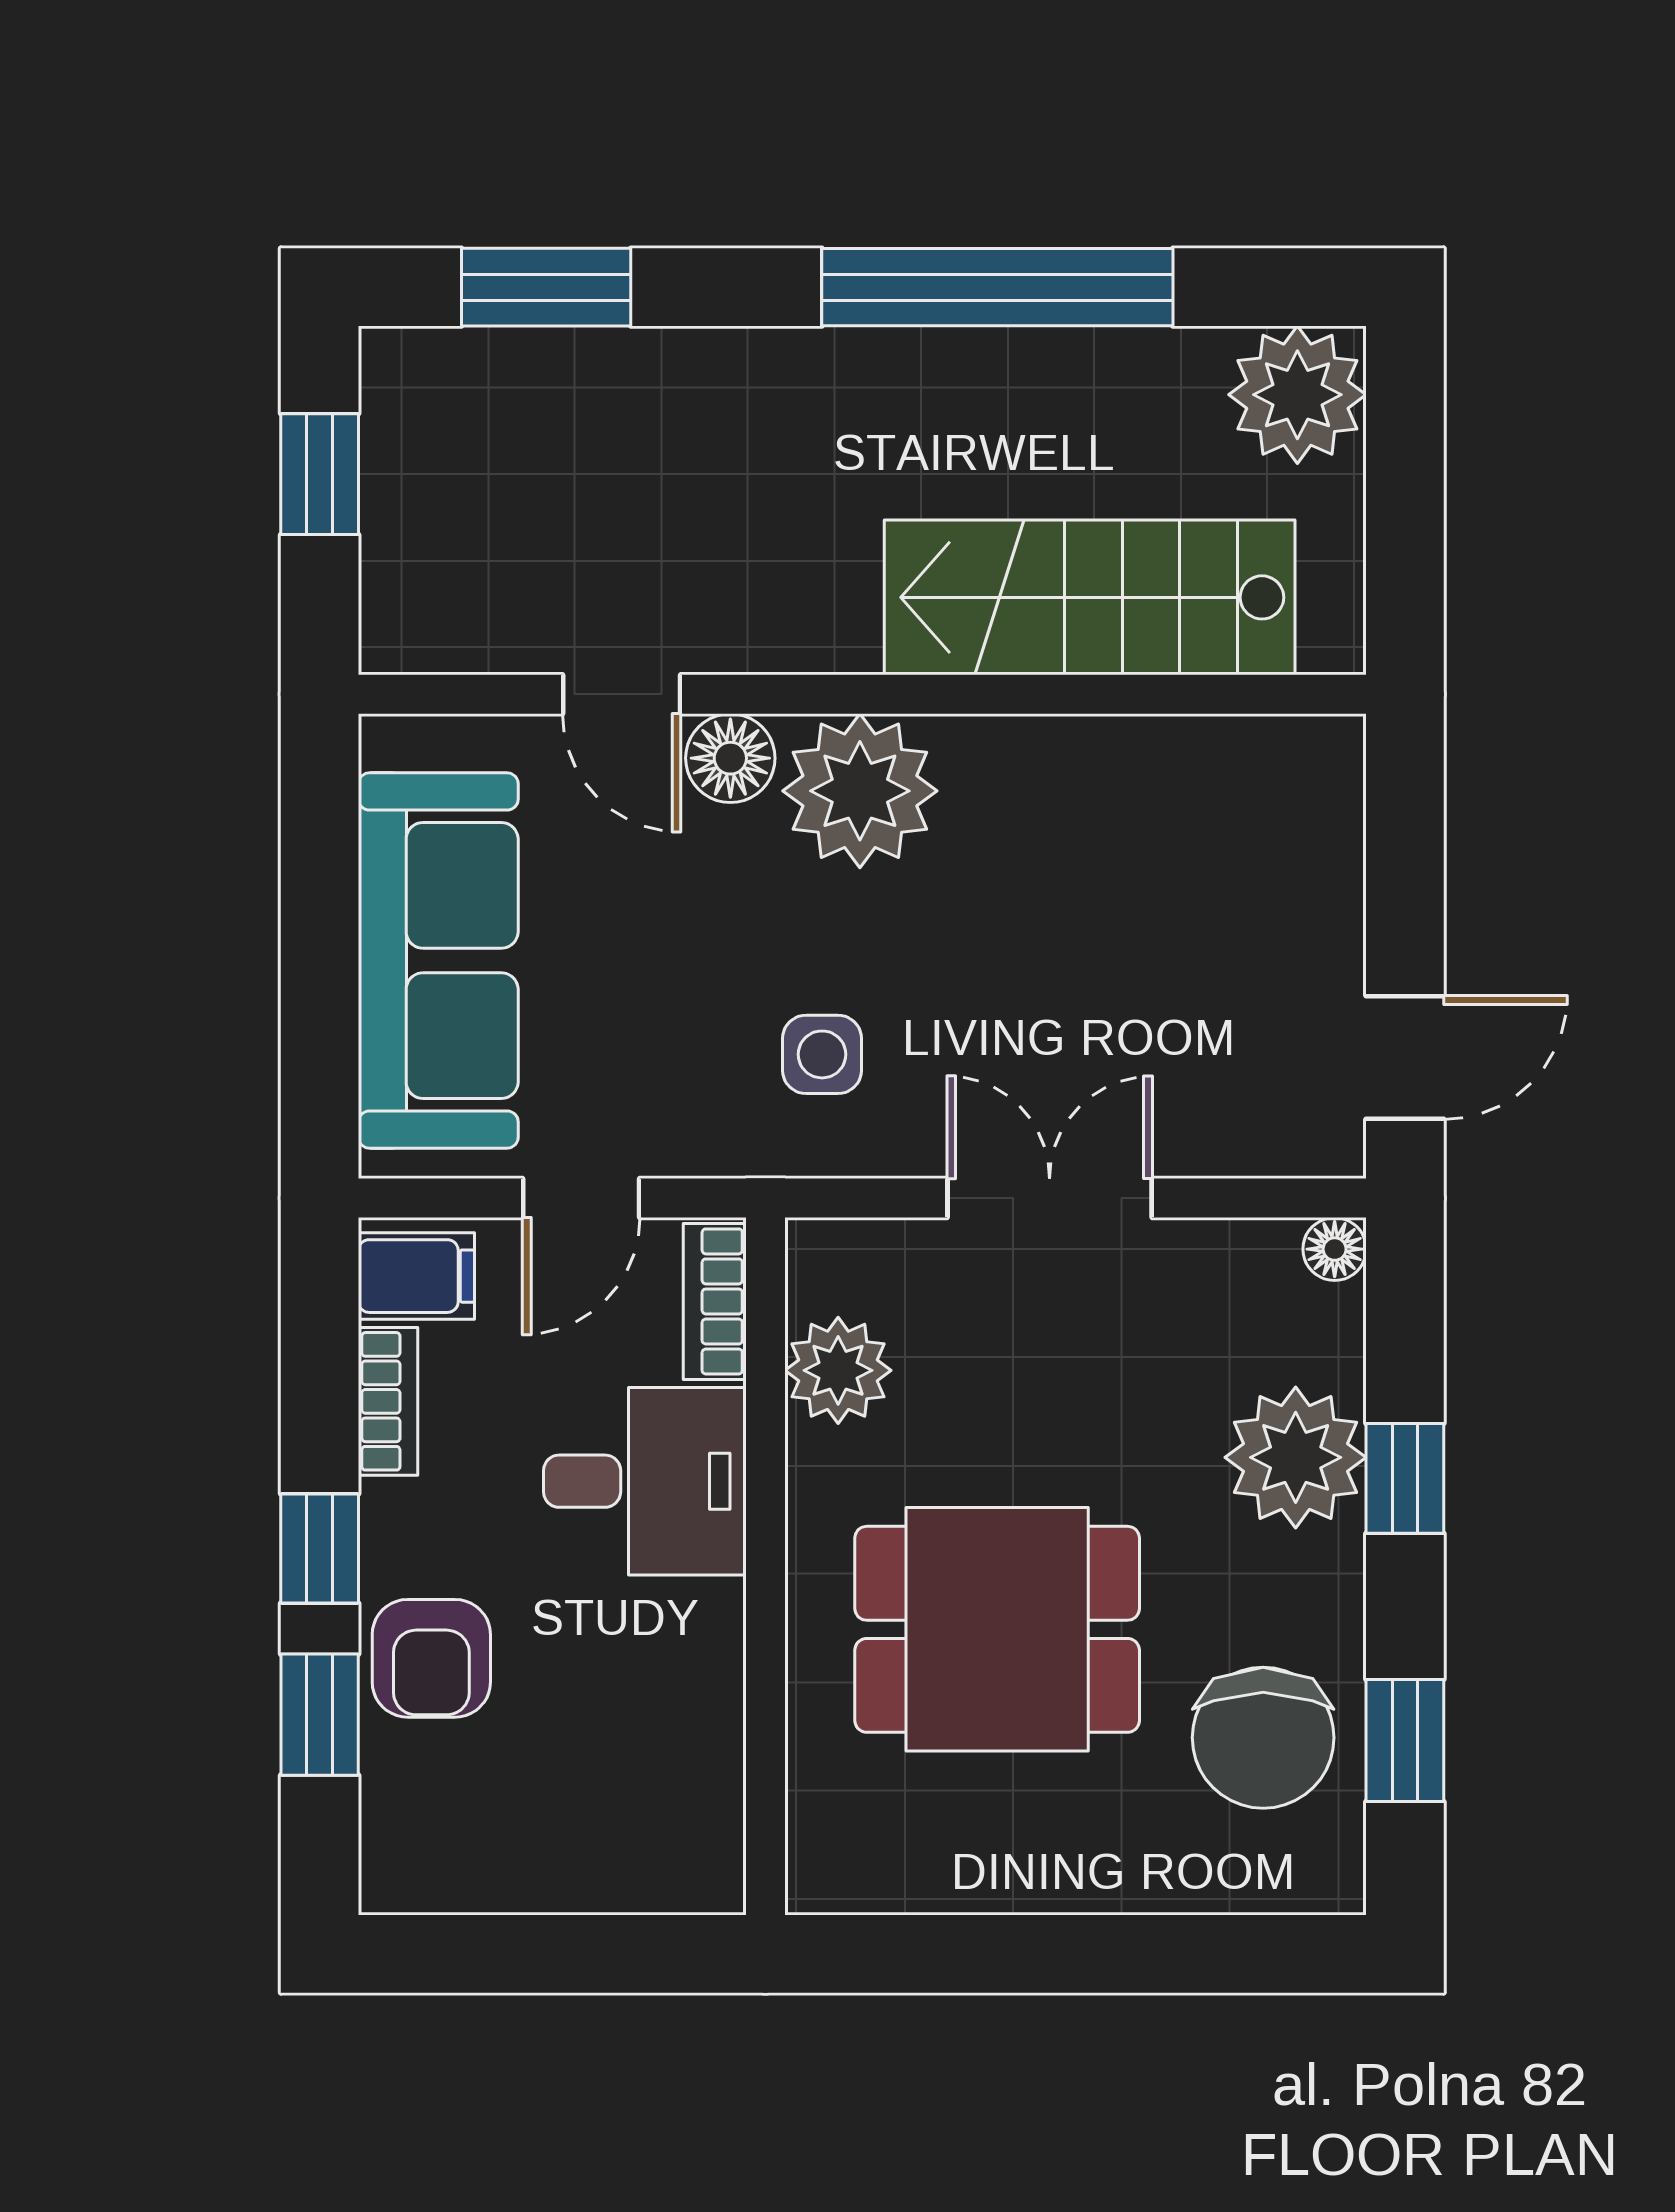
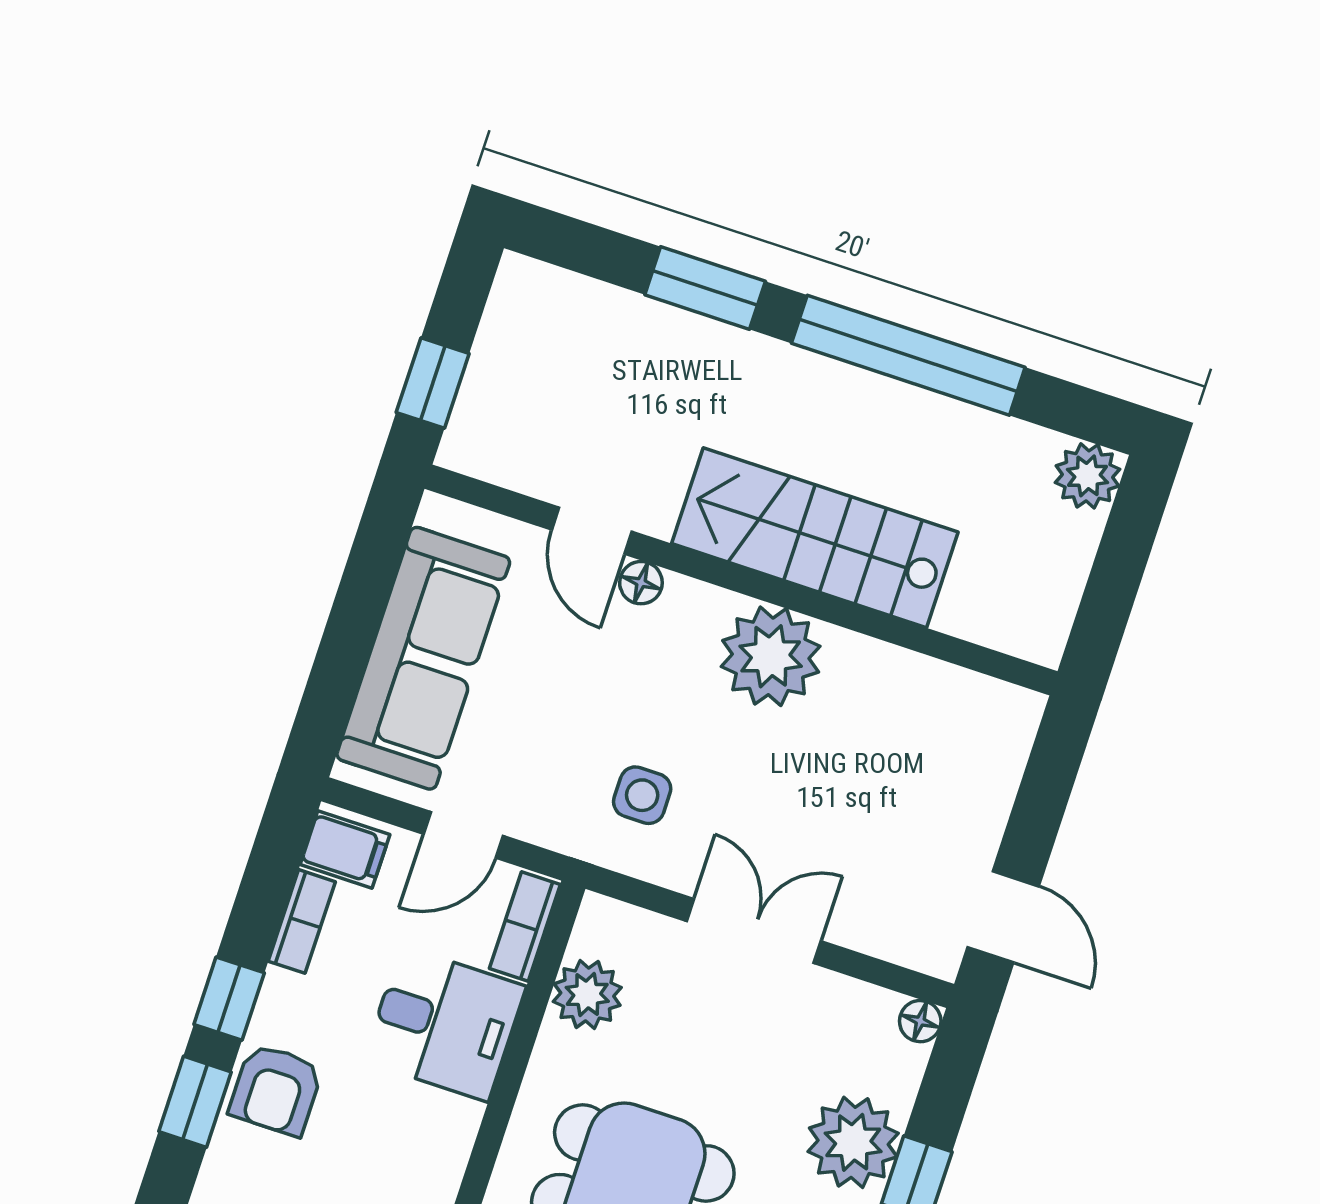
window: (546, 287) -> (705, 288), moved
plant: (1297, 395) -> (1087, 476), width x0.73, depth x0.73
window: (320, 474) -> (433, 383), moved
stairs: (1090, 597) -> (815, 538), moved
floor lamp: (730, 758) -> (641, 583), width x0.73, depth x0.73
plant: (860, 791) -> (771, 656), moved
door: (1405, 1057) -> (1003, 917), hinge flipped

